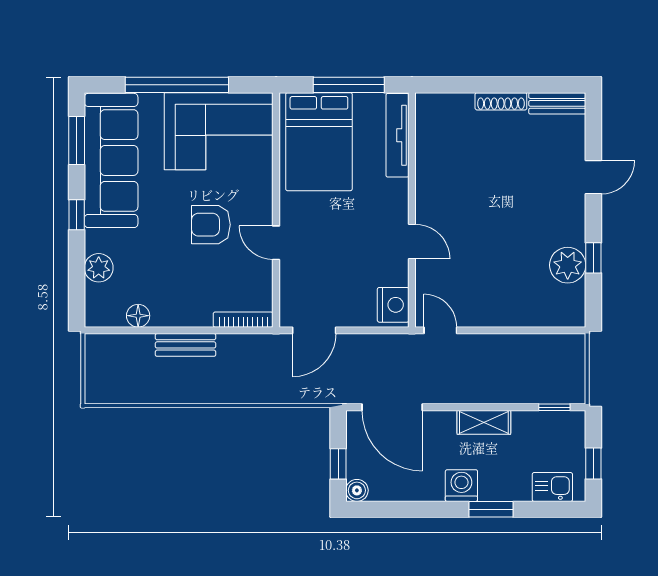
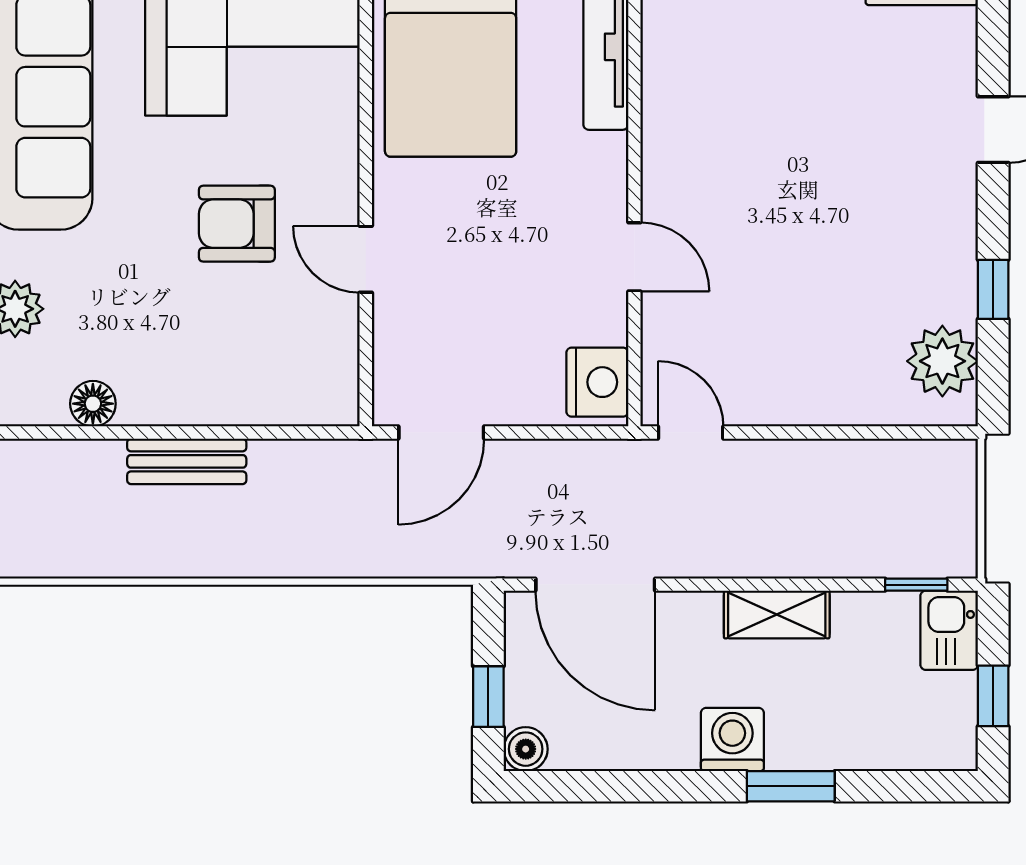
plant: (568, 265) -> (942, 361), moved
bookcase: (243, 320) -> (301, 411), removed
kitchen sink: (552, 487) -> (949, 630), moved, turned -90

